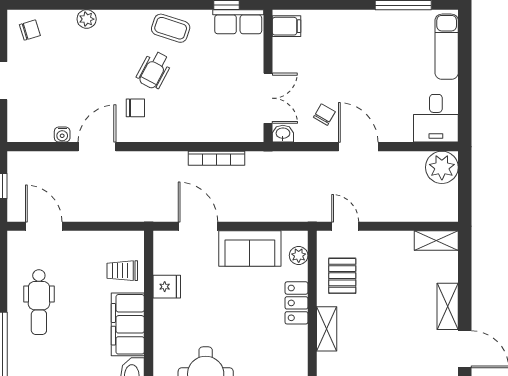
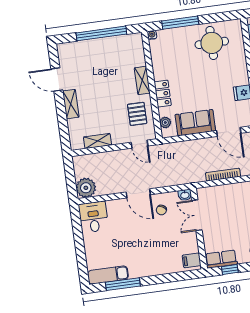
exam couch: (447, 47) -> (108, 275), moved, turned -90
shelving: (436, 240) -> (98, 141), moved

